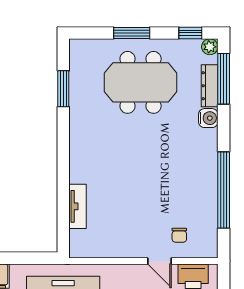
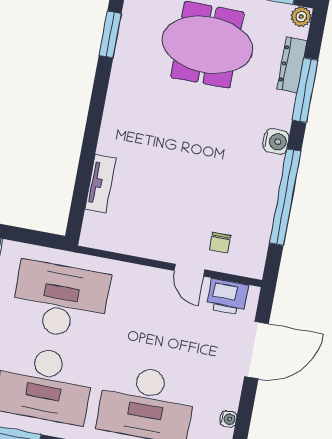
window: (224, 79) -> (305, 90), moved
water cooler: (208, 118) -> (276, 141), moved

